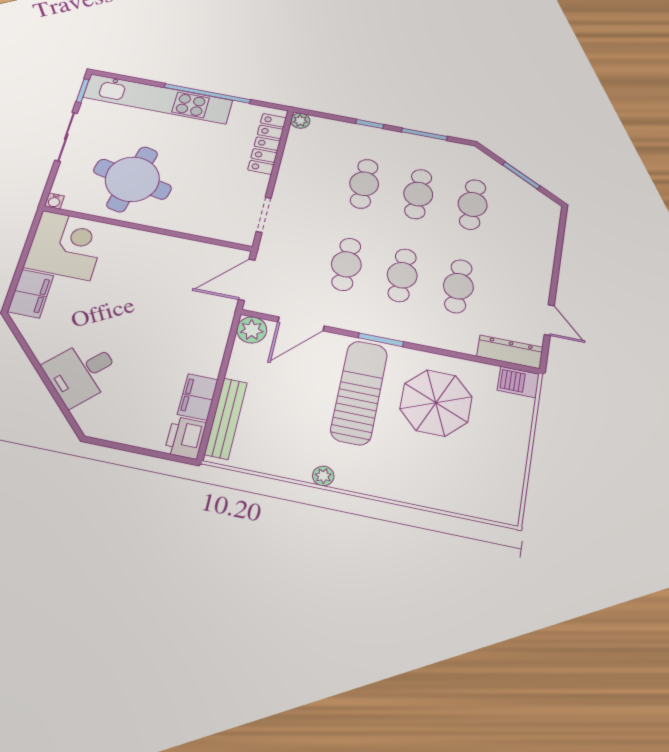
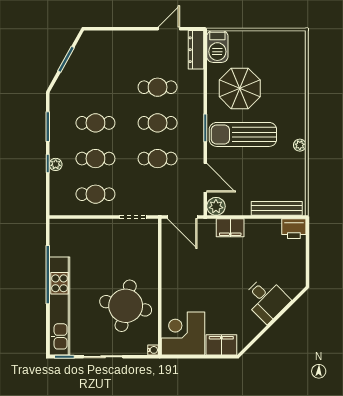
plant: (300, 121) -> (56, 164), moved
locker: (267, 144) -> (79, 227), removed
cafe table: (473, 204) -> (95, 194), moved
barbecue: (518, 382) -> (217, 46), width x1.38, depth x1.27
filing cabinet: (198, 397) -> (230, 228), moved

